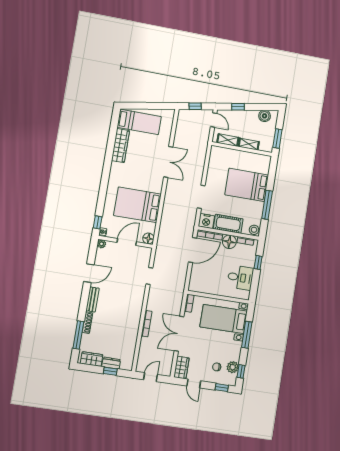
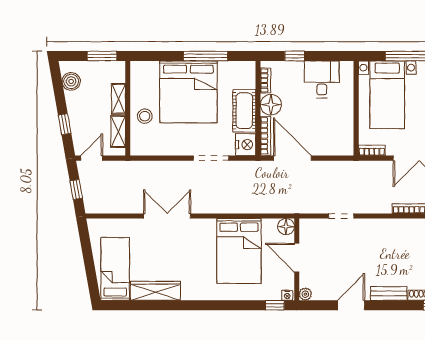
bed: (247, 185) -> (188, 92), width x1.36
stool: (254, 230) -> (145, 116), moved
door: (89, 273) -> (351, 305), hinge flipped

